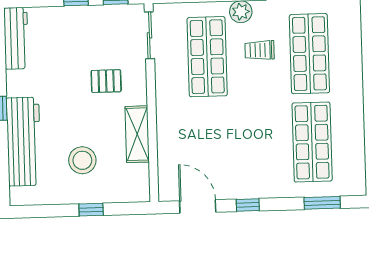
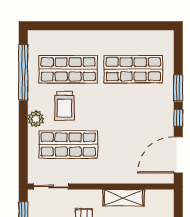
trolley: (260, 50) -> (65, 106), width x1.36, depth x1.39
window: (322, 203) -> (178, 88), moved
door: (198, 206) -> (178, 155), width x1.36

